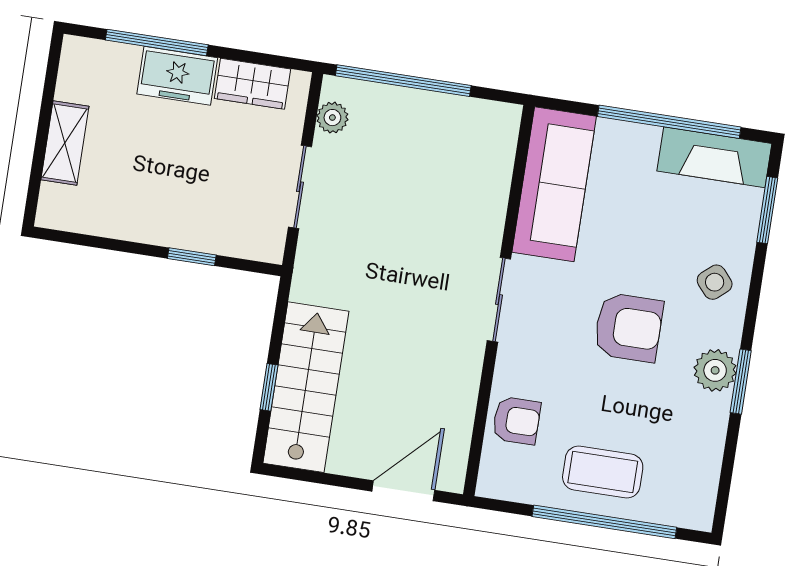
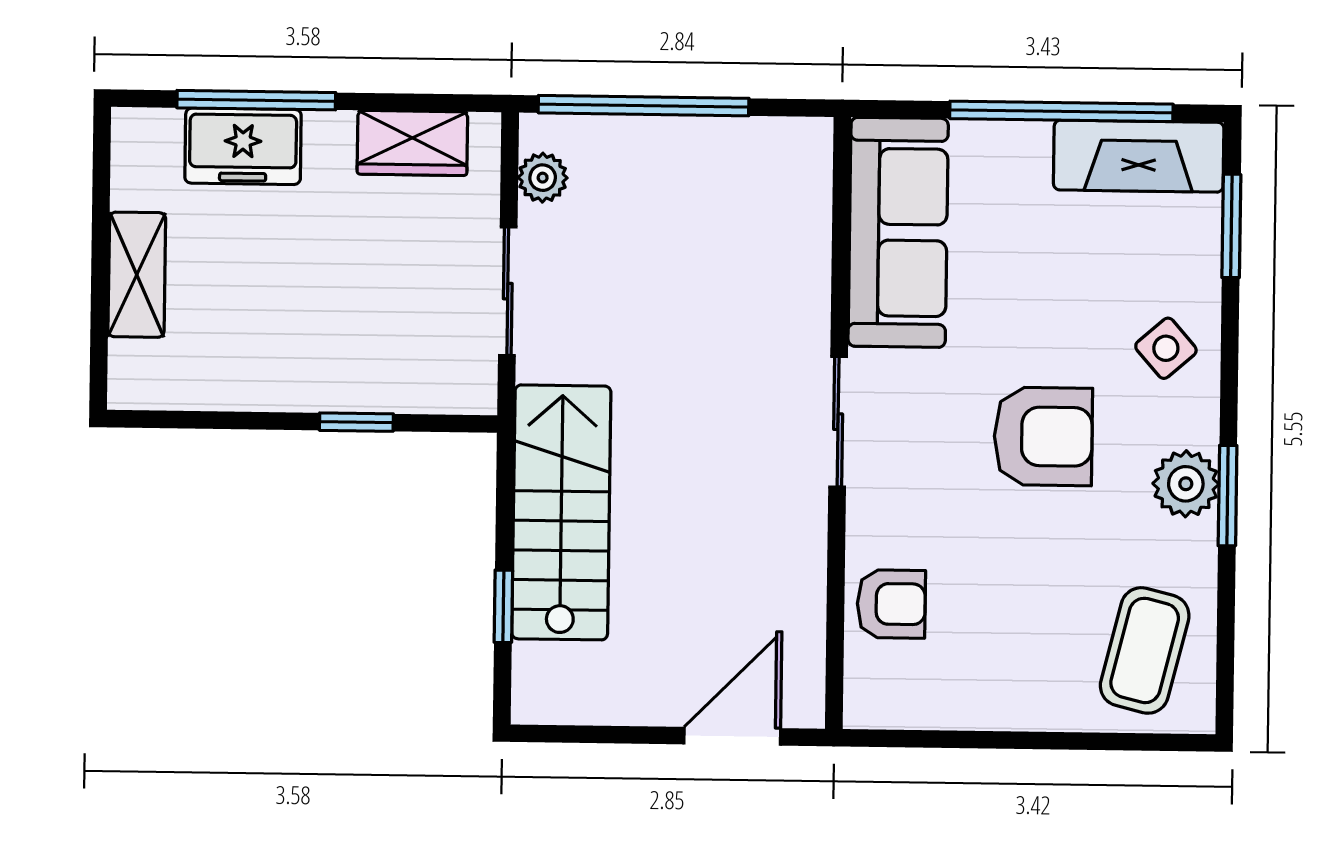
freezer: (177, 76) -> (243, 146), moved
stairs: (306, 387) -> (561, 512), moved
coffee table: (603, 472) -> (1145, 650), moved, turned -76
window: (604, 522) -> (1048, 741), removed

